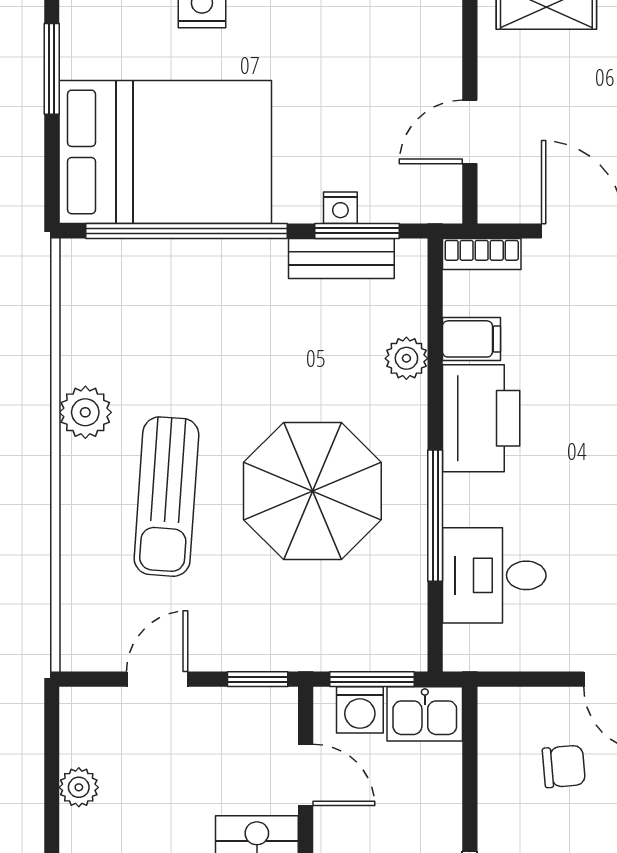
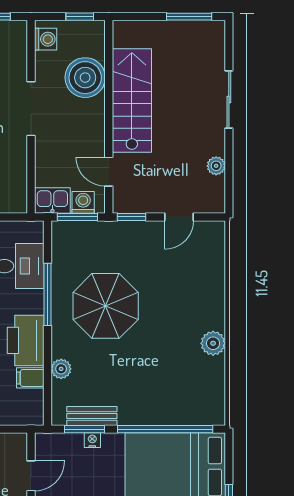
bookcase: (482, 254) -> (25, 418), removed
sun lounger: (166, 497) -> (175, 303), removed

